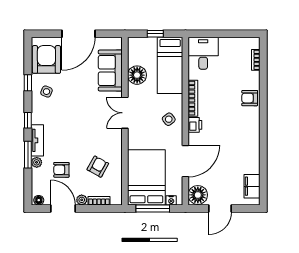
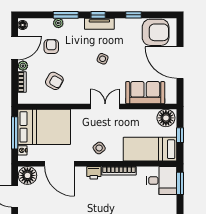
window: (206, 34) -> (180, 183), added
floor lamp: (137, 75) -> (166, 118), moved
side table: (46, 92) -> (103, 59), moved
tv unit: (37, 140) -> (99, 24), moved

